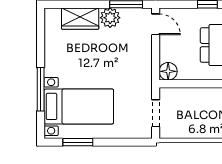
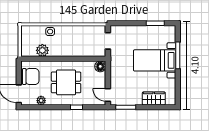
plant: (110, 18) -> (136, 99), removed
bed with nightstands: (79, 106) -> (155, 60), moved

